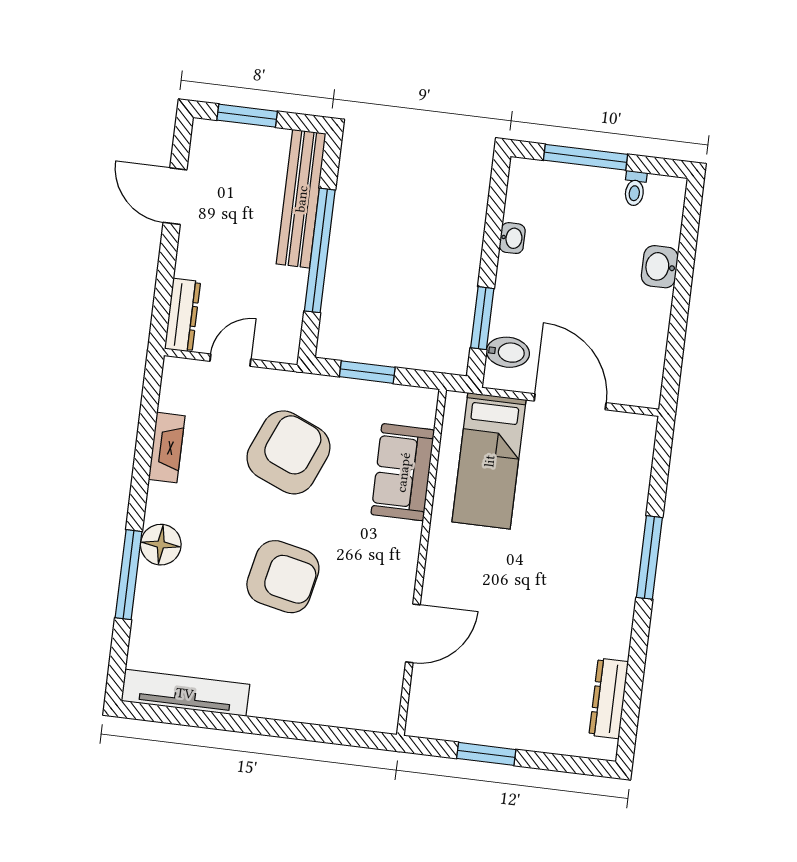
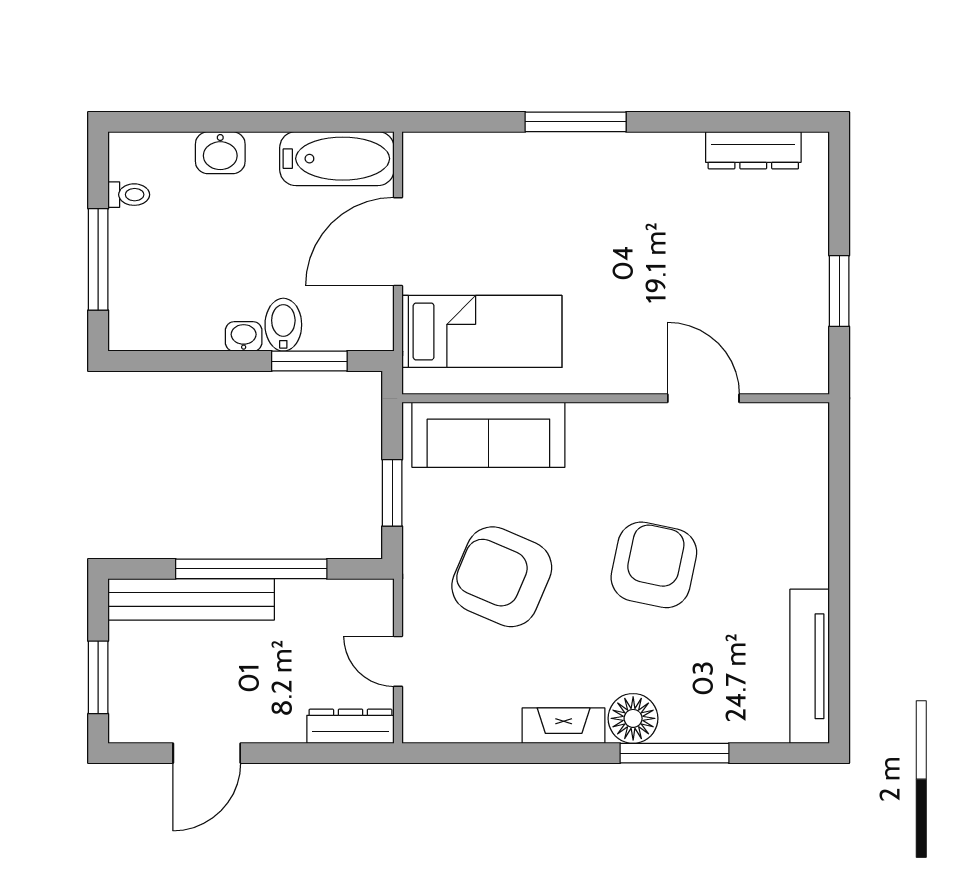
washbasin: (512, 238) -> (244, 336), moved
bidet: (508, 352) -> (283, 325), moved
bathtub: (643, 361) -> (337, 159), added
fireplace: (167, 448) -> (564, 726), moved
sofa: (403, 472) -> (488, 435), width x1.36

